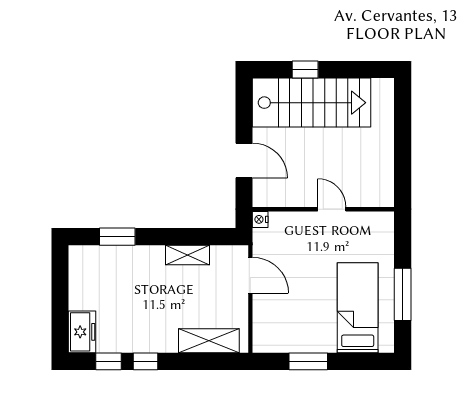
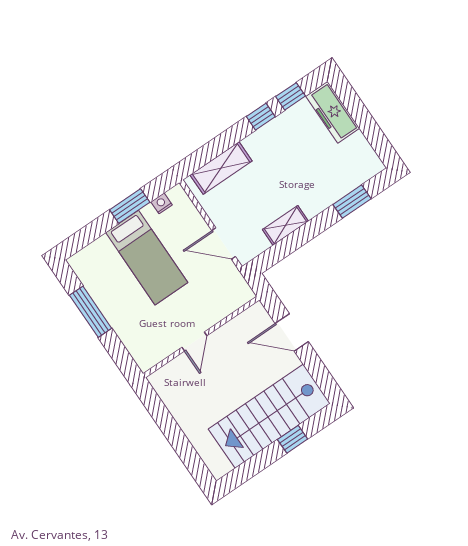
door: (332, 209) -> (194, 342), hinge flipped
nightstand: (260, 219) -> (162, 203), moved, turned -90
bed: (358, 308) -> (147, 258), moved
freezer: (82, 332) -> (333, 112), width x1.40

